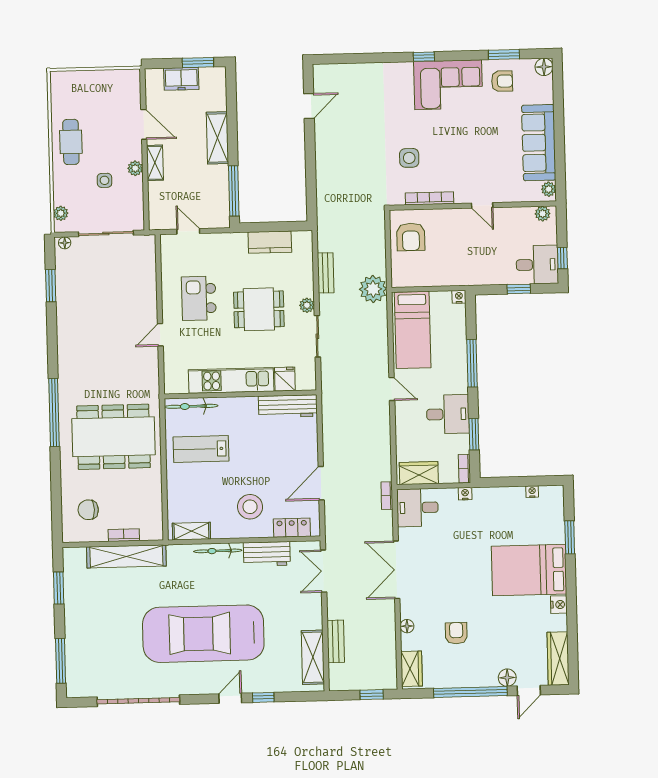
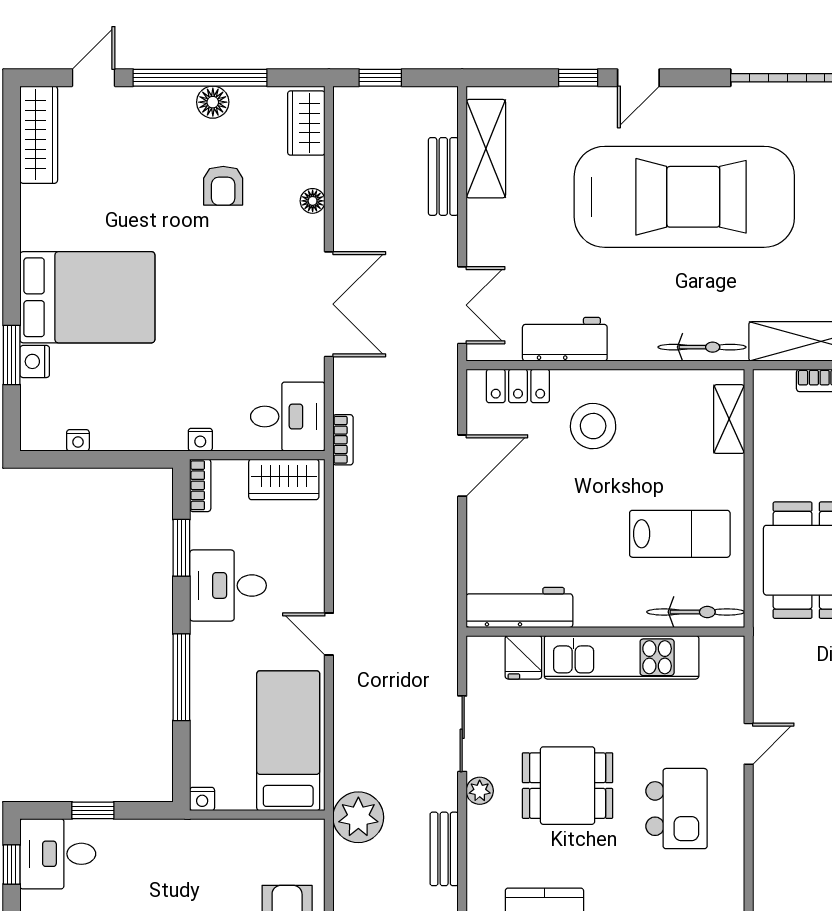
shelving: (191, 531) -> (729, 419), moved, turned 90
bicycle: (218, 551) -> (702, 347), moved
nightstand: (559, 605) -> (35, 361), moved
floor lamp: (507, 678) -> (213, 102), moved

